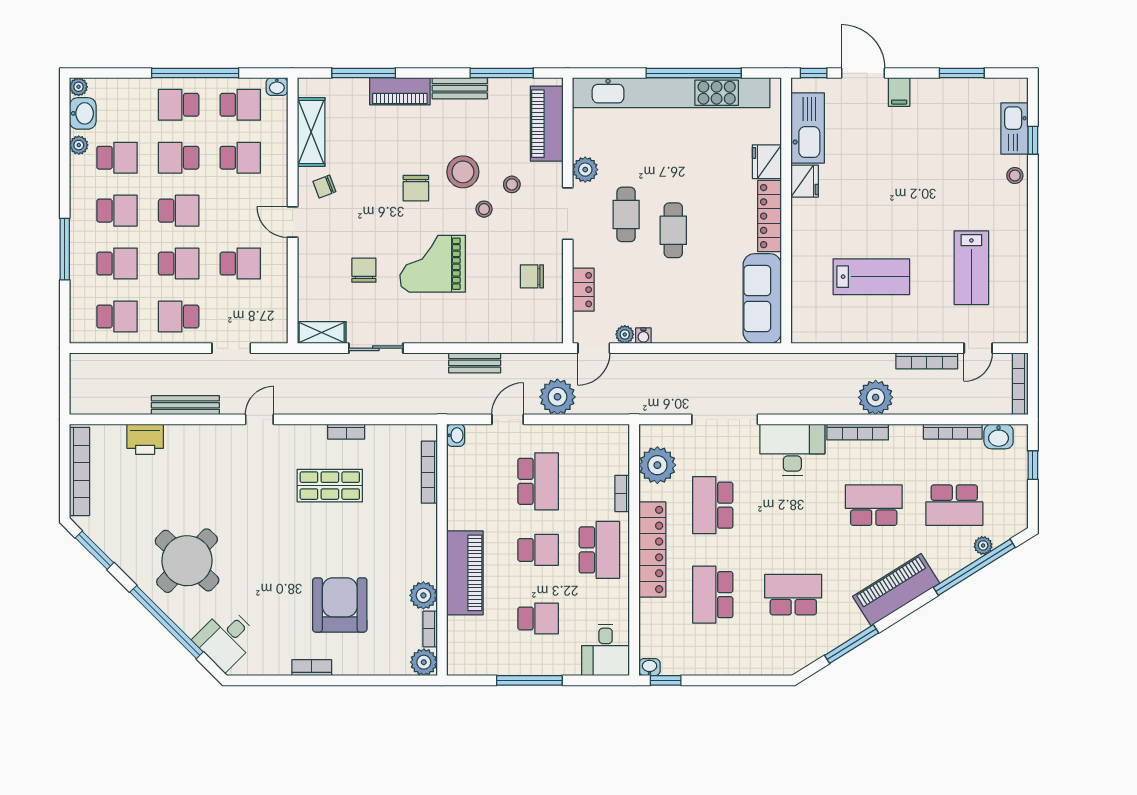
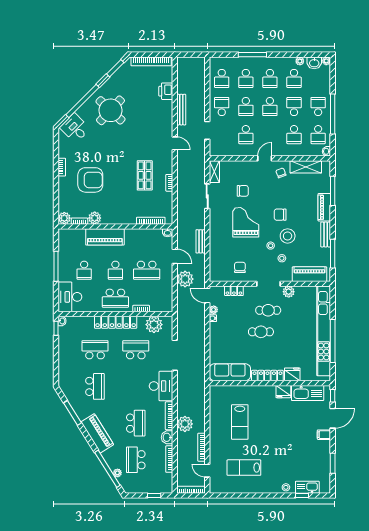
washbasin: (999, 436) -> (167, 437), moved
desk: (606, 650) -> (70, 297), width x1.37

